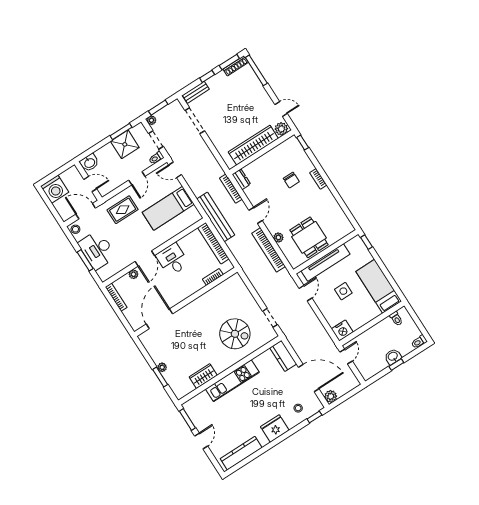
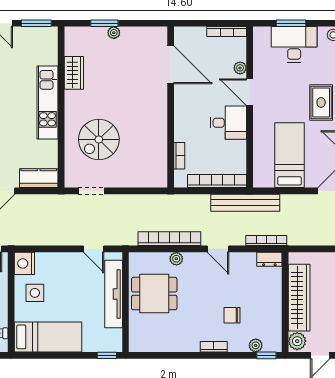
plant: (301, 153) -> (256, 345), added
side table: (343, 291) -> (35, 293), moved

